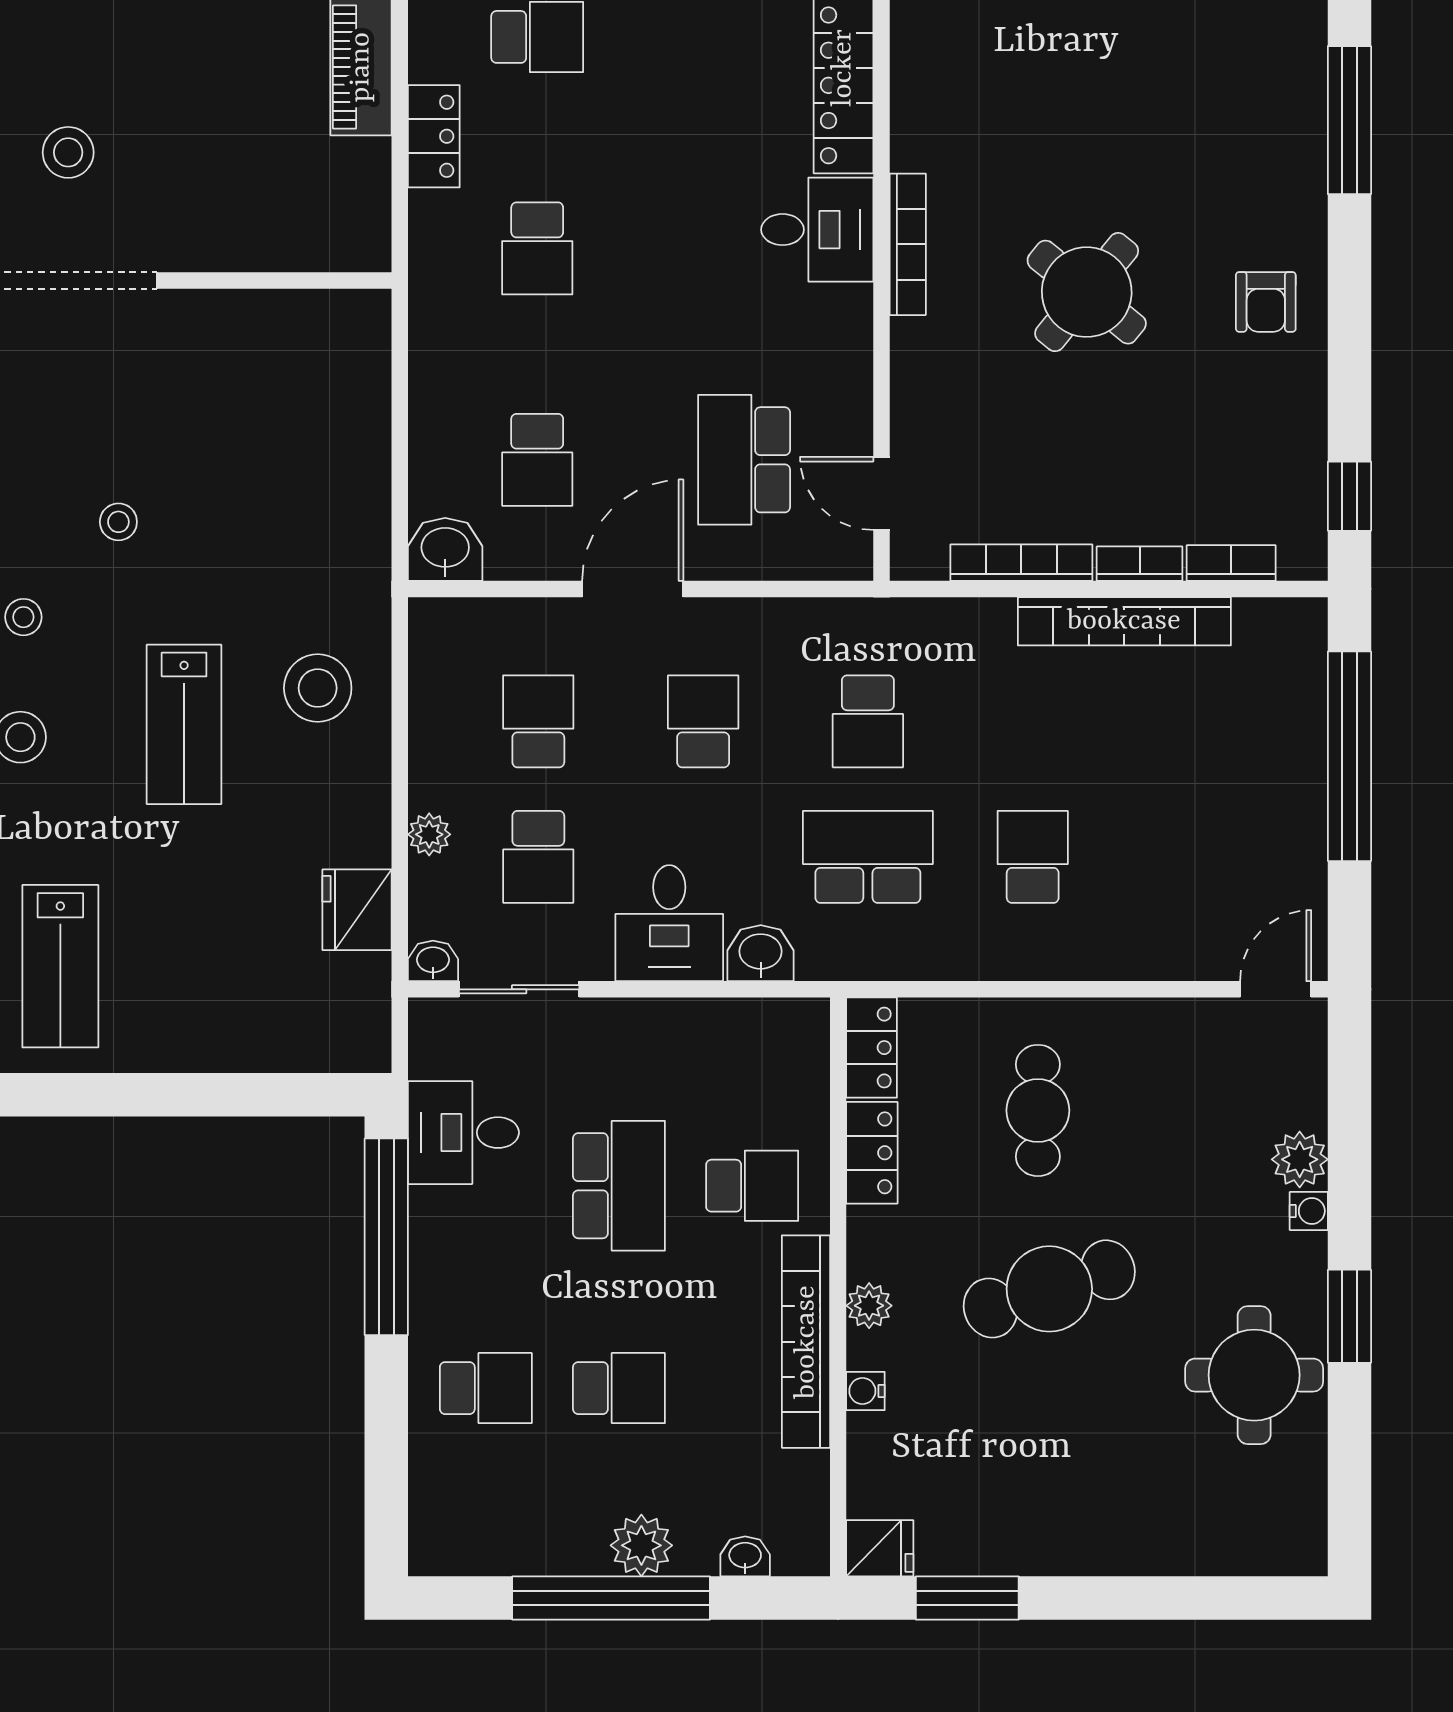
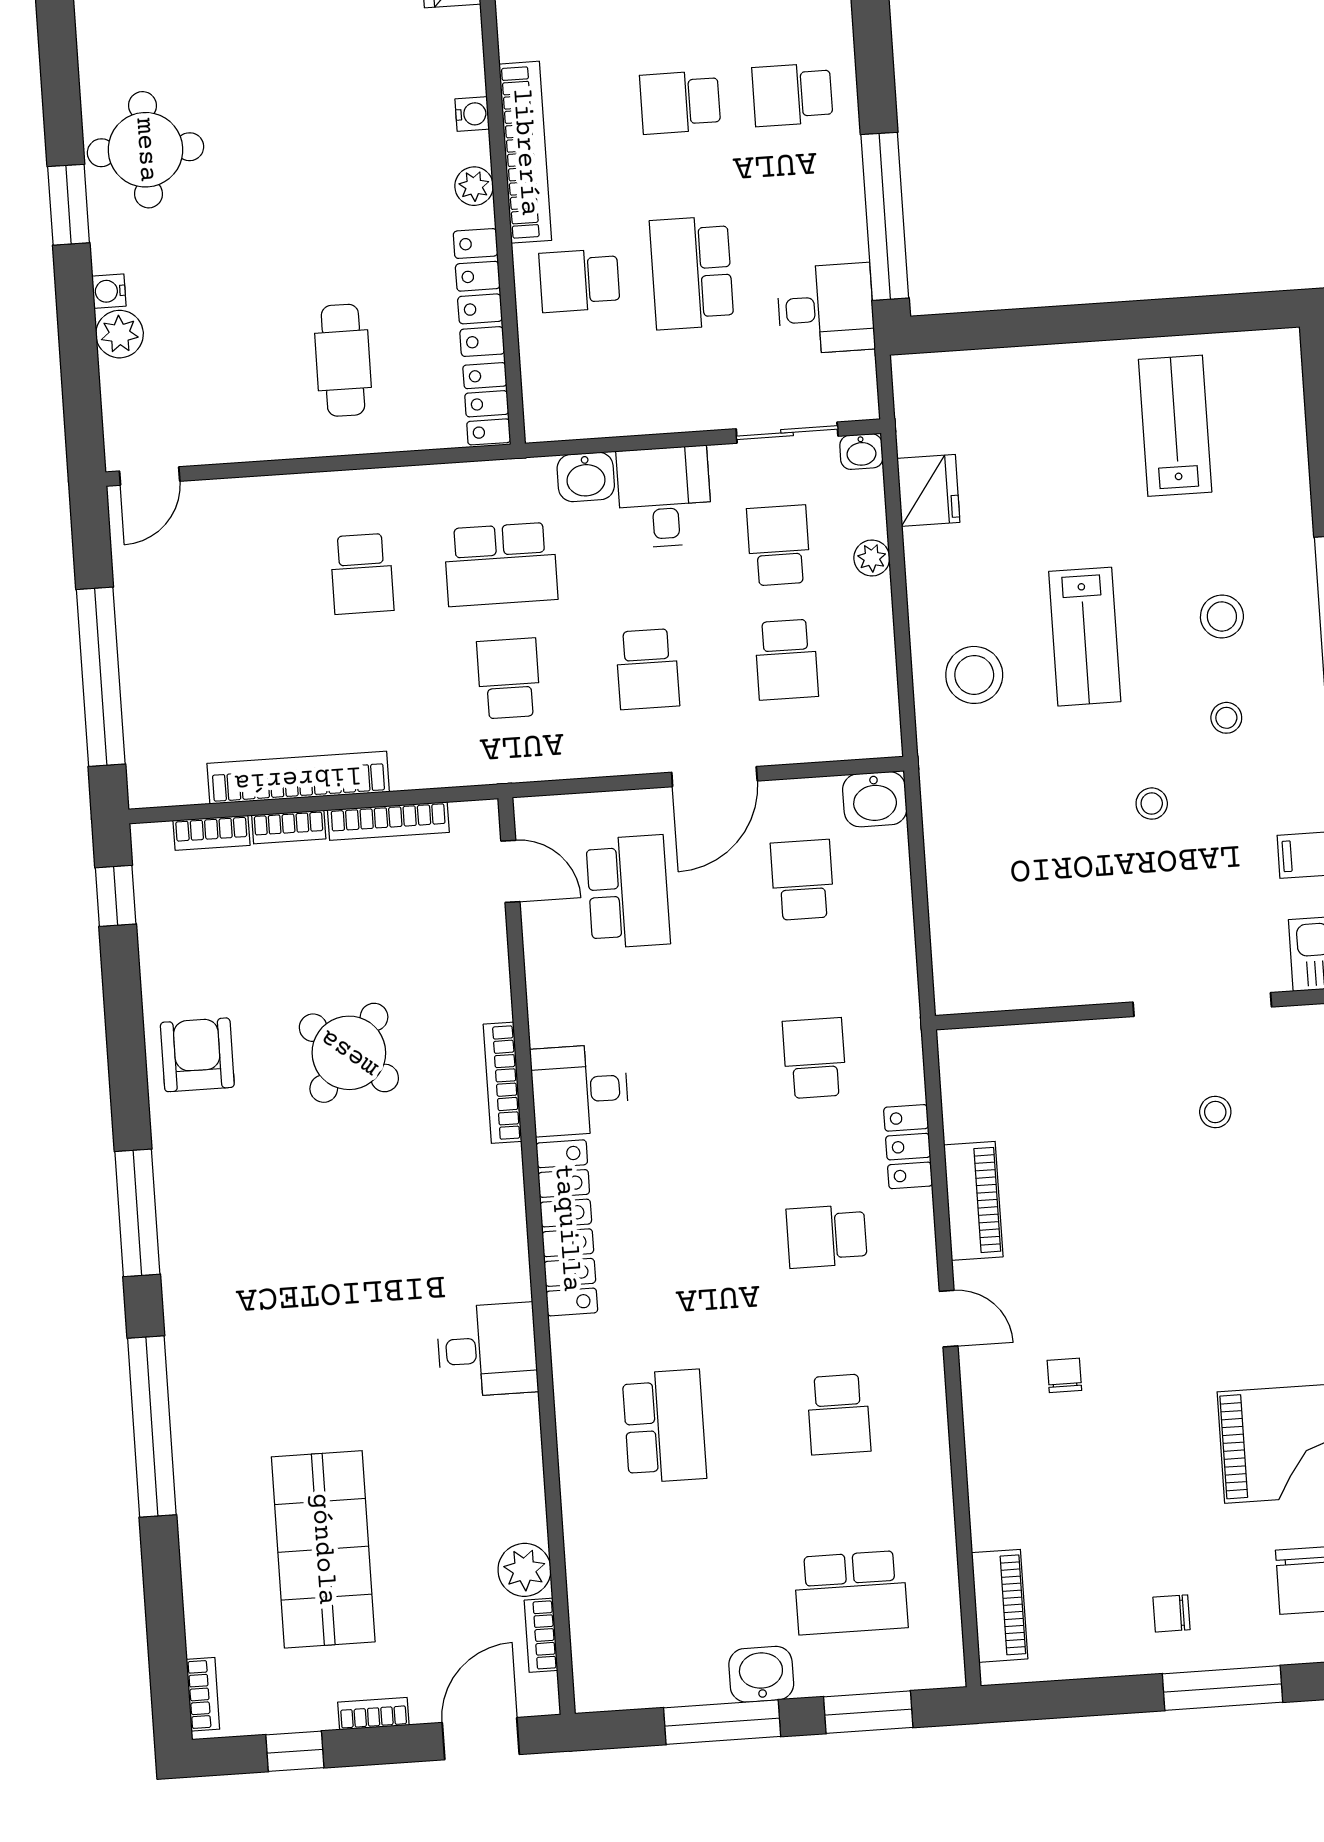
stool: (68, 152) -> (1215, 1112), width x0.73, depth x0.73
armchair: (1266, 302) -> (197, 1055), width x1.38, depth x1.38
lab bench: (184, 724) -> (1085, 637), turned 180
locker: (872, 1153) -> (479, 293), width x1.53
cafe table: (1049, 1289) -> (323, 211), removed

